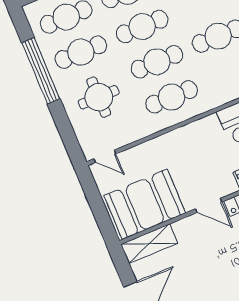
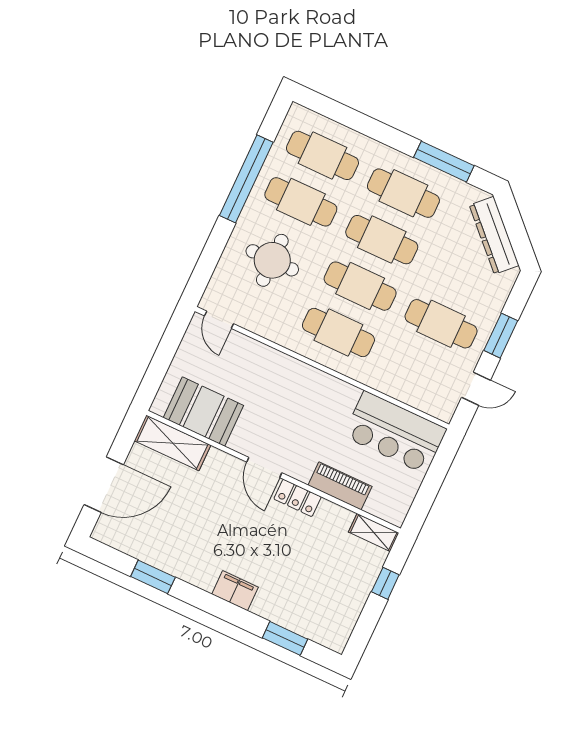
booth: (145, 204) -> (203, 412), width x0.73, depth x0.70

